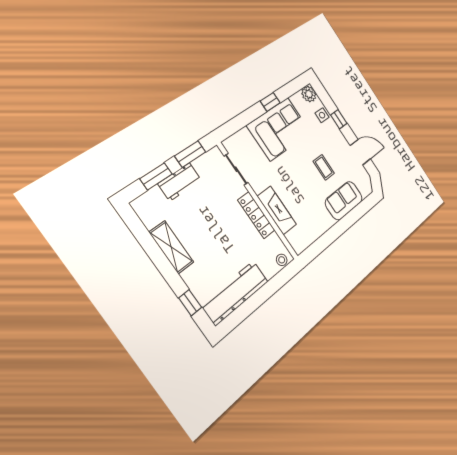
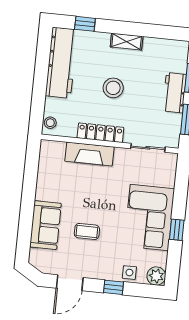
stool: (218, 234) -> (113, 88), added
shelving: (171, 247) -> (127, 42), width x0.67, depth x0.75

